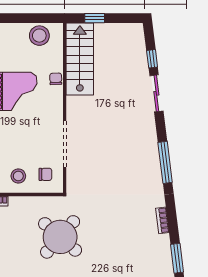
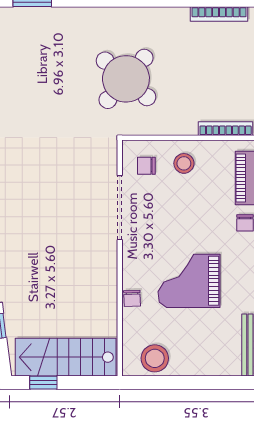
window: (95, 18) -> (43, 383), moved
stairs: (80, 59) -> (66, 357), moved, turned 90

